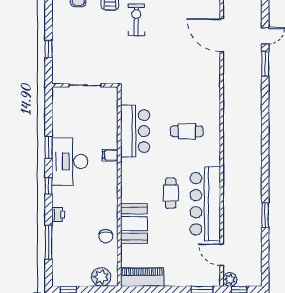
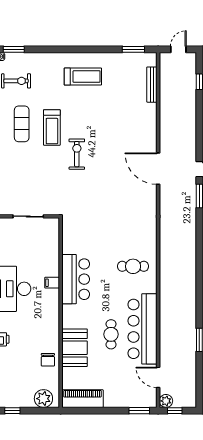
bar counter: (135, 131) -> (76, 279), moved
cafe table: (187, 131) -> (133, 266), moved
cafe table: (171, 193) -> (111, 334), moved

